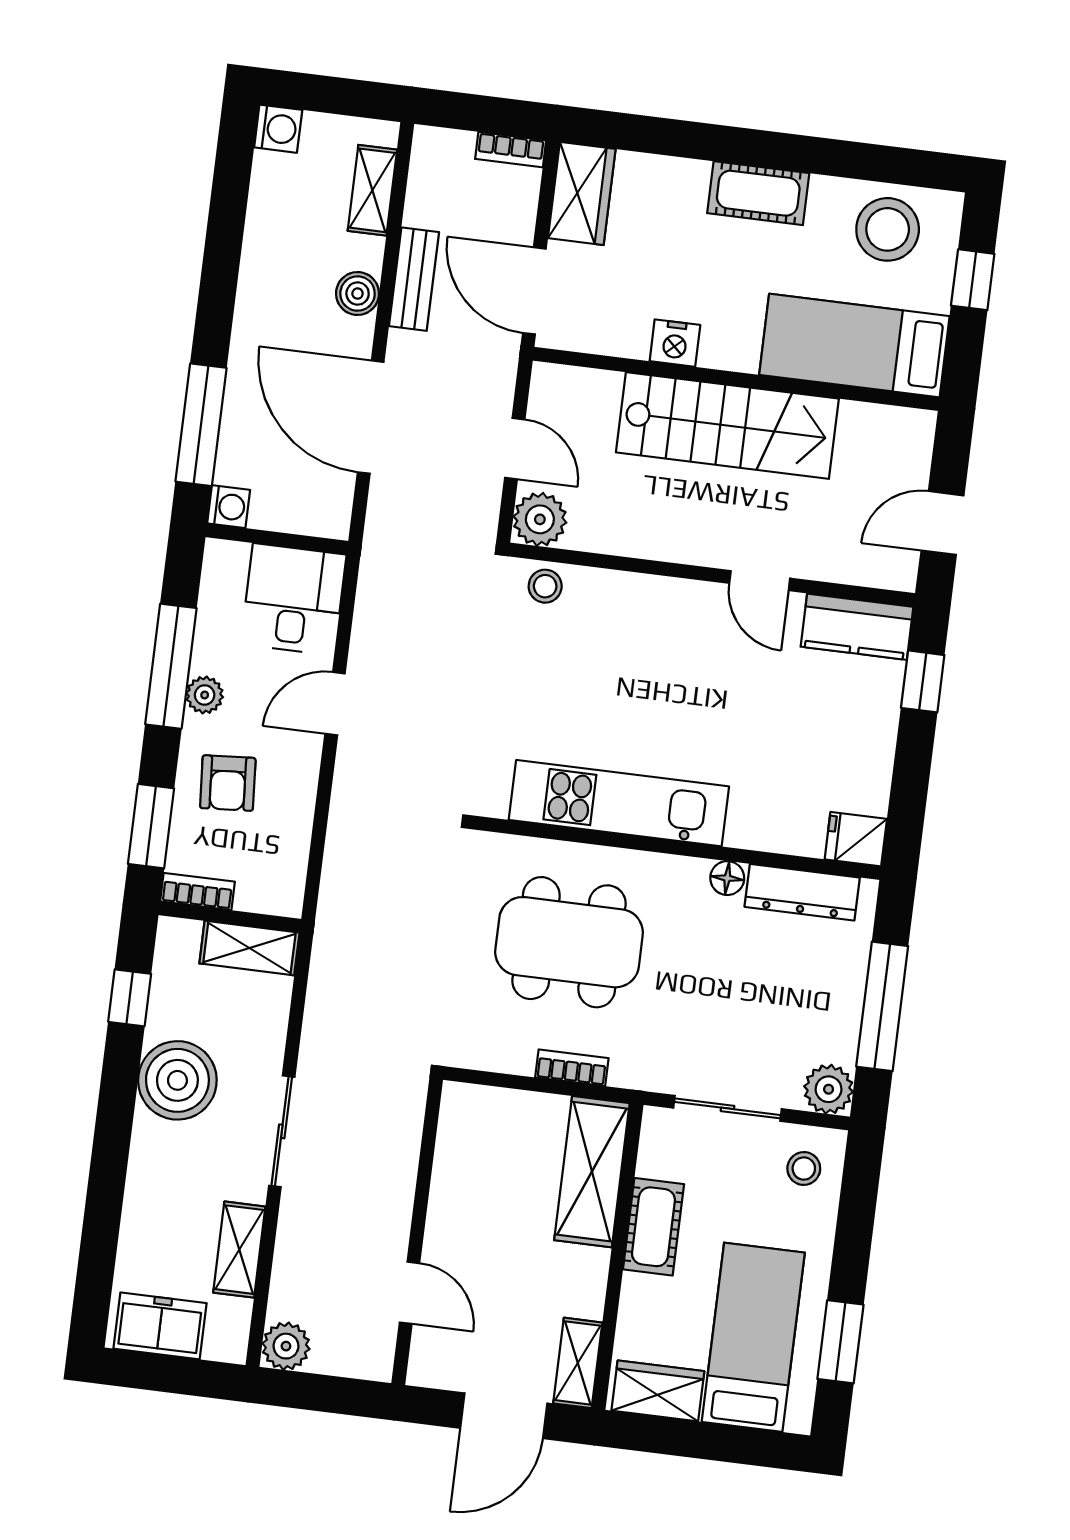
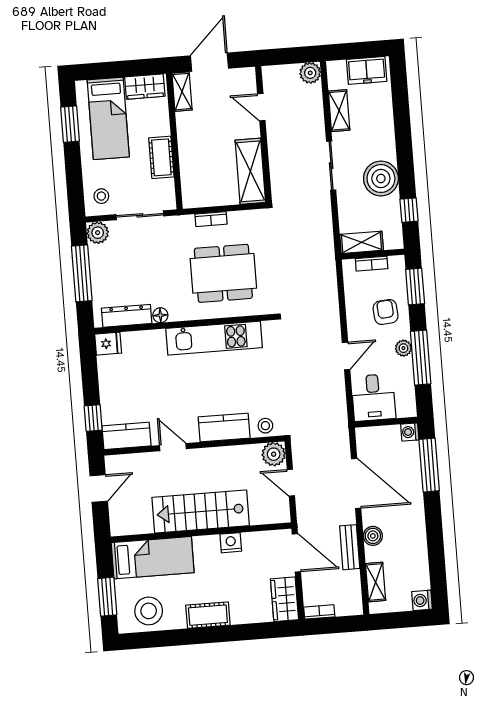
window: (973, 280) -> (107, 597), width x1.50
kitchen counter: (637, 601) -> (224, 427), added
bookcase: (198, 892) -> (372, 264), moved
shelving: (592, 1172) -> (250, 171), moved

